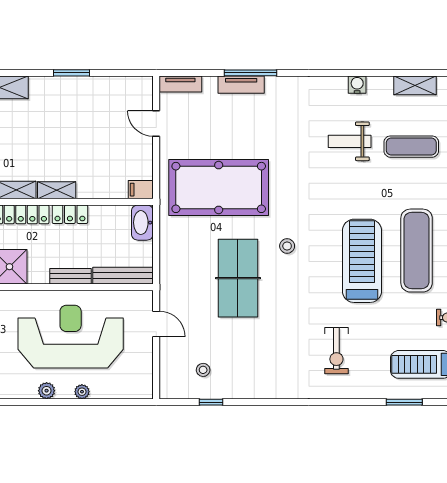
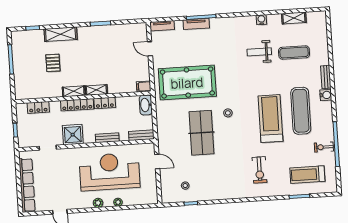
bench: (123, 276) -> (141, 135), width x0.73

